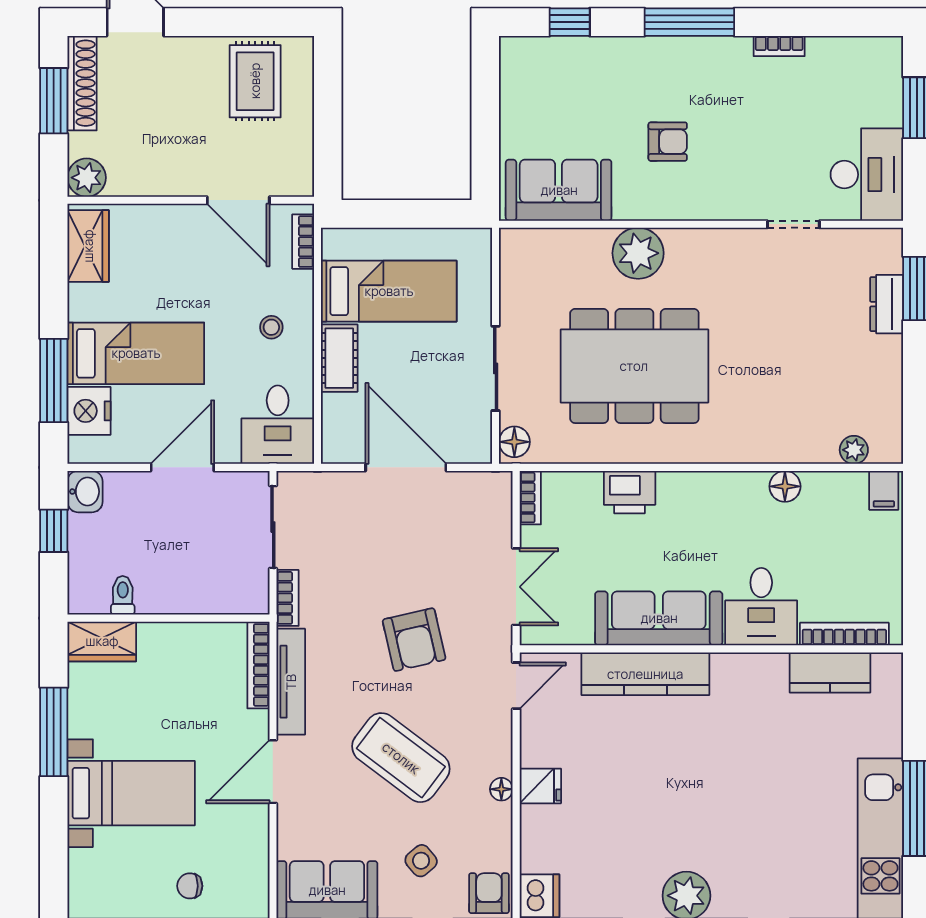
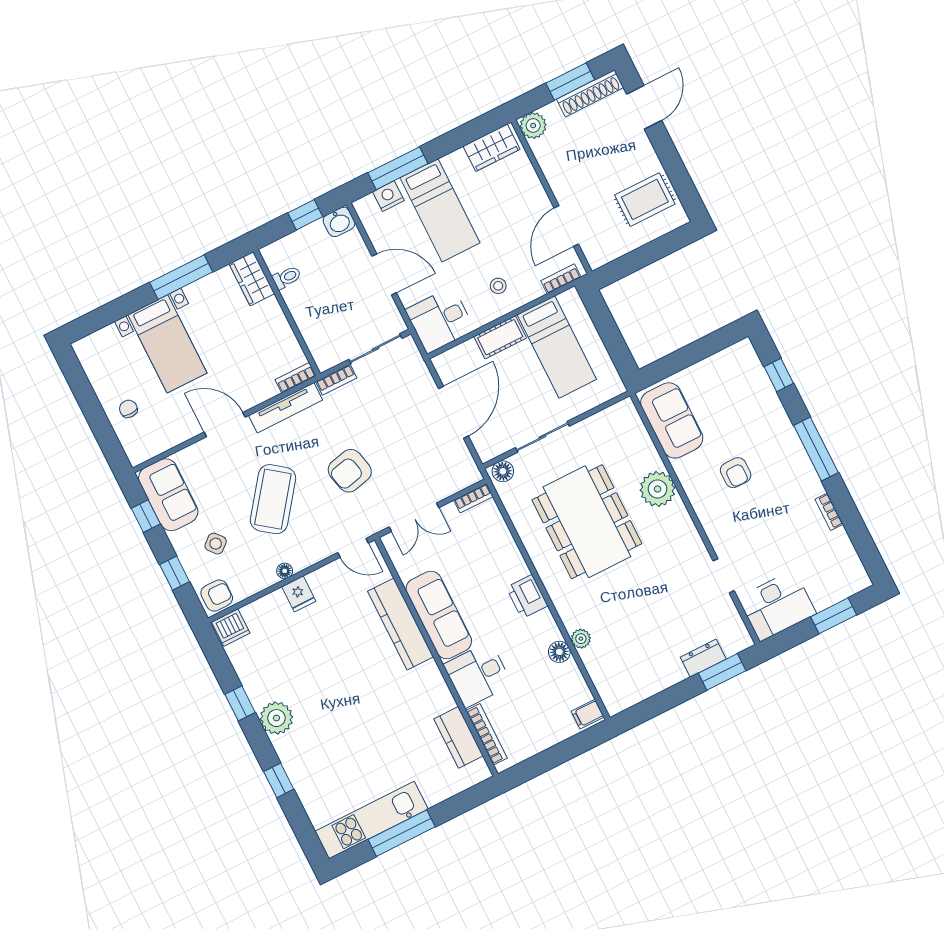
nightstand: (89, 411) -> (388, 196), width x0.74, depth x0.75
plant: (854, 450) -> (581, 639), moved
printer: (630, 492) -> (527, 597), moved
bookcase: (258, 665) -> (296, 378), width x0.64

